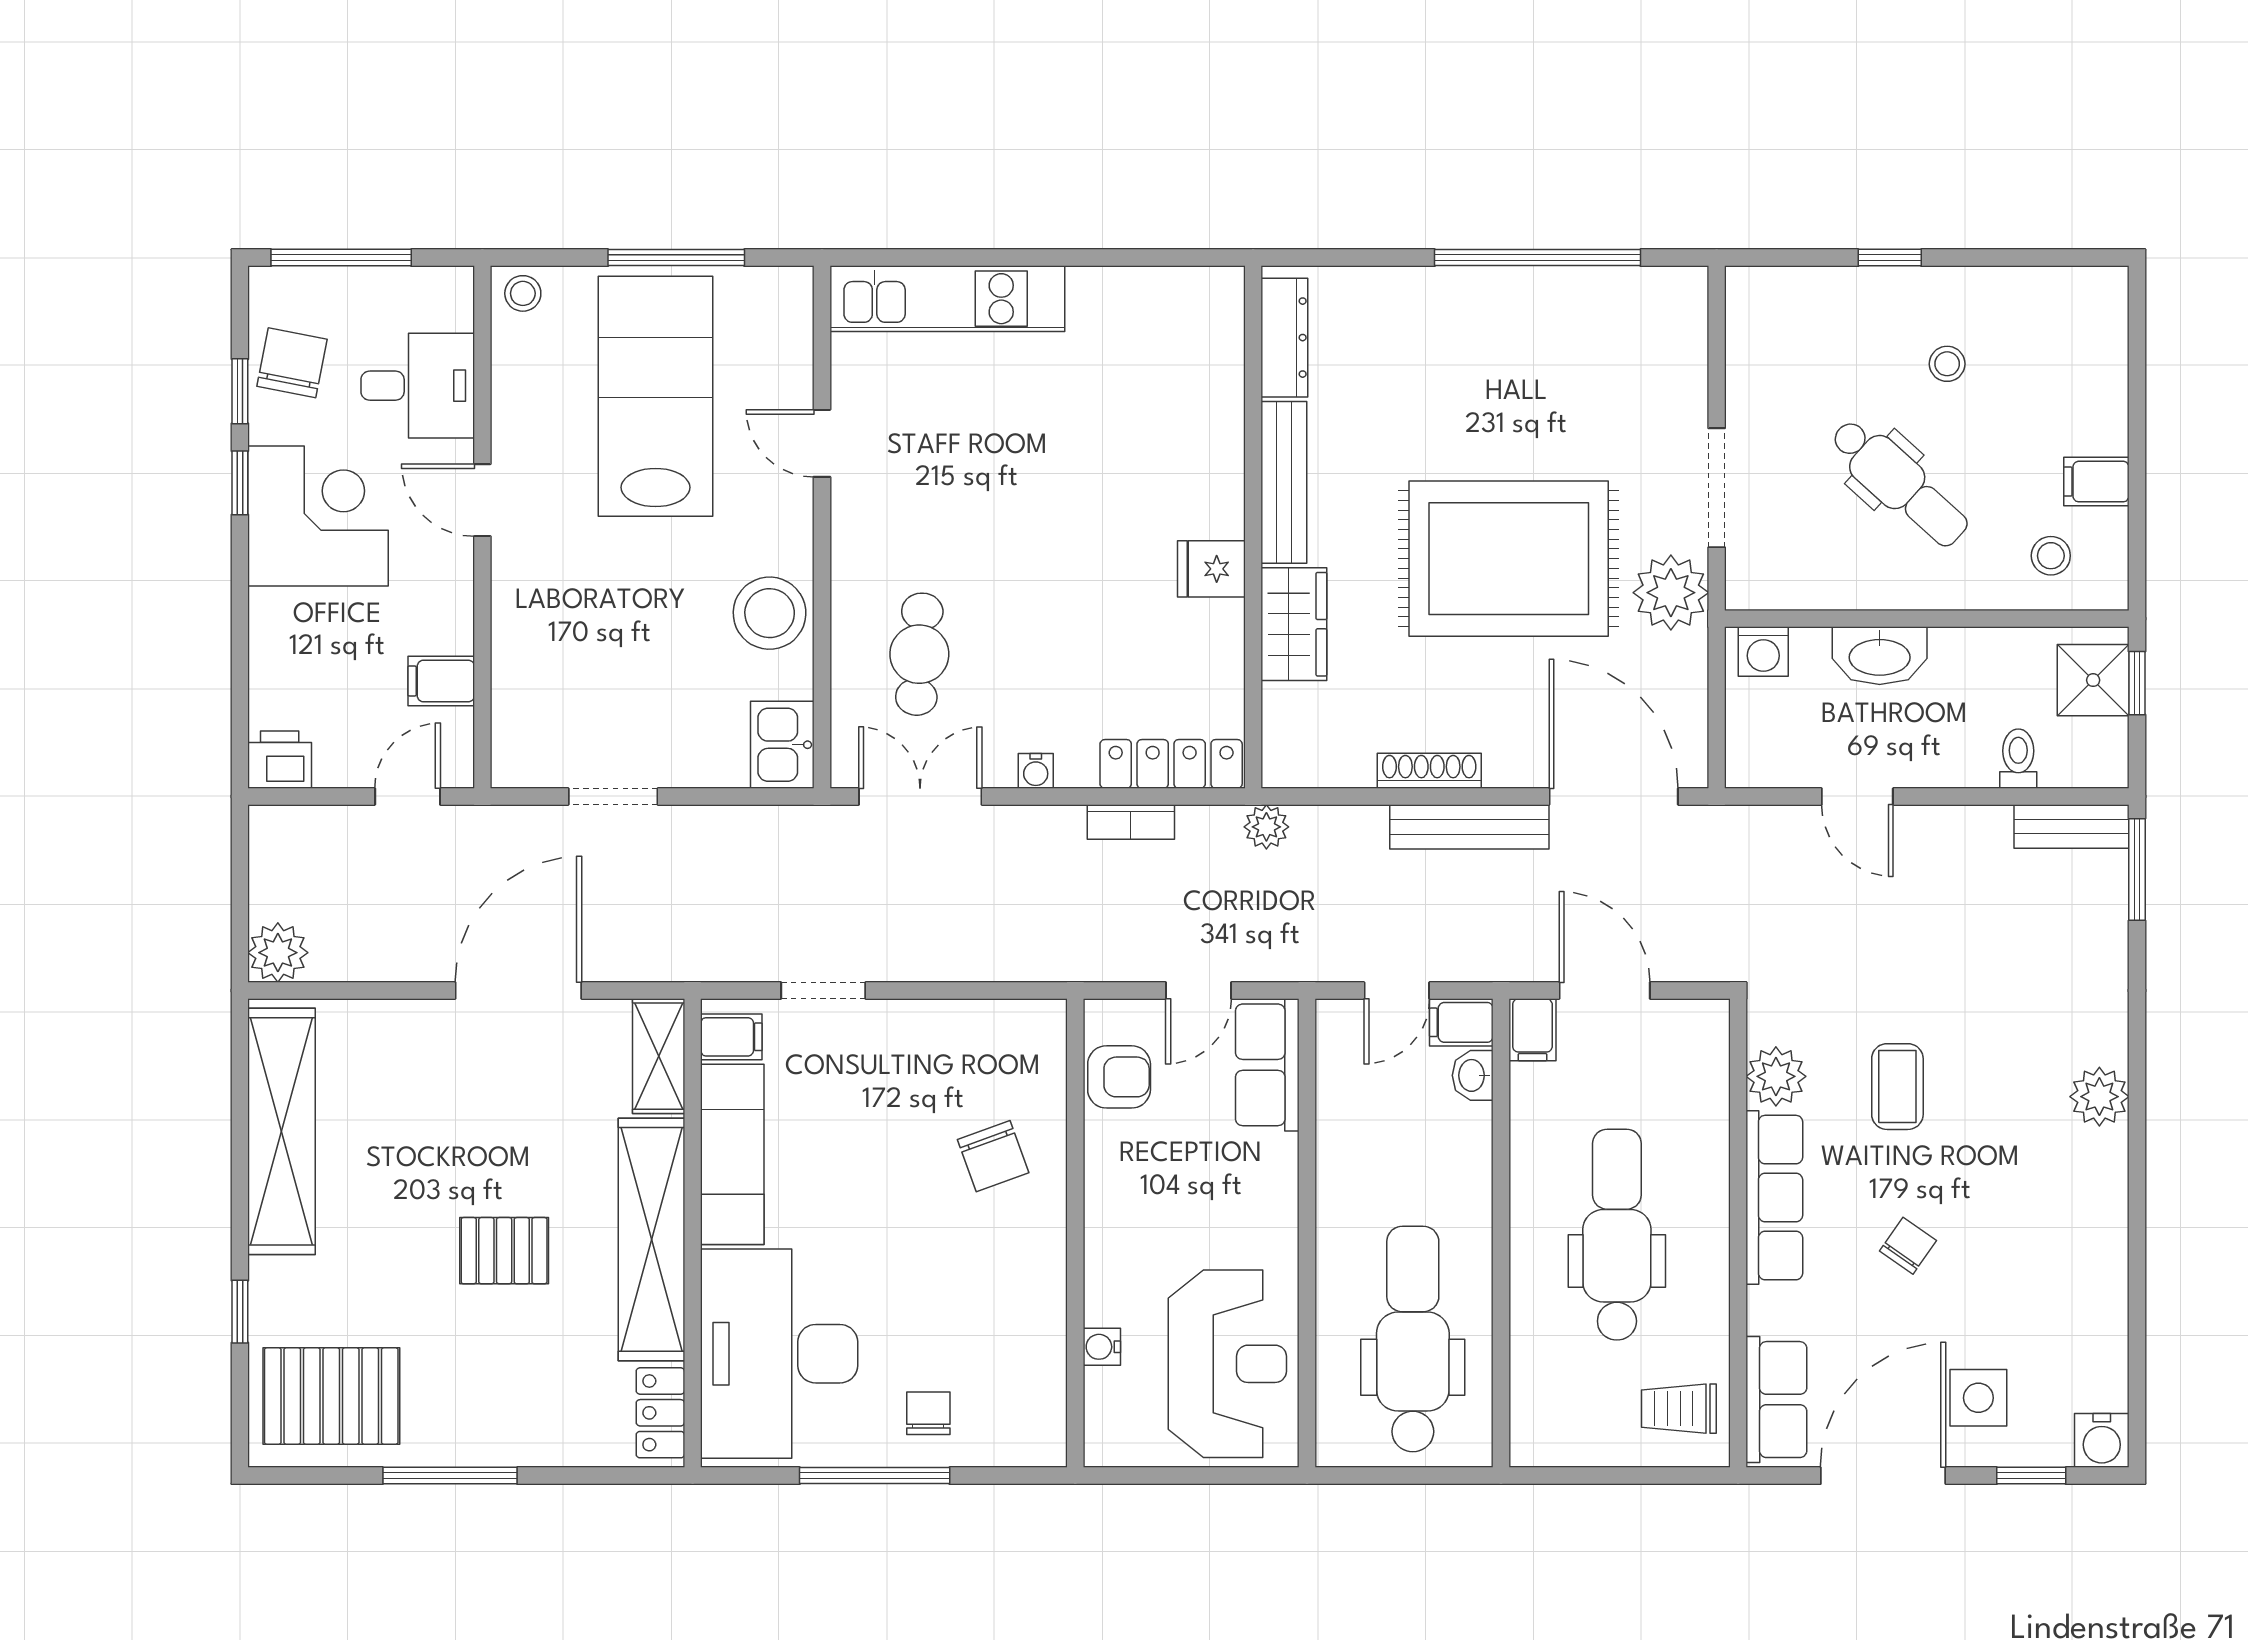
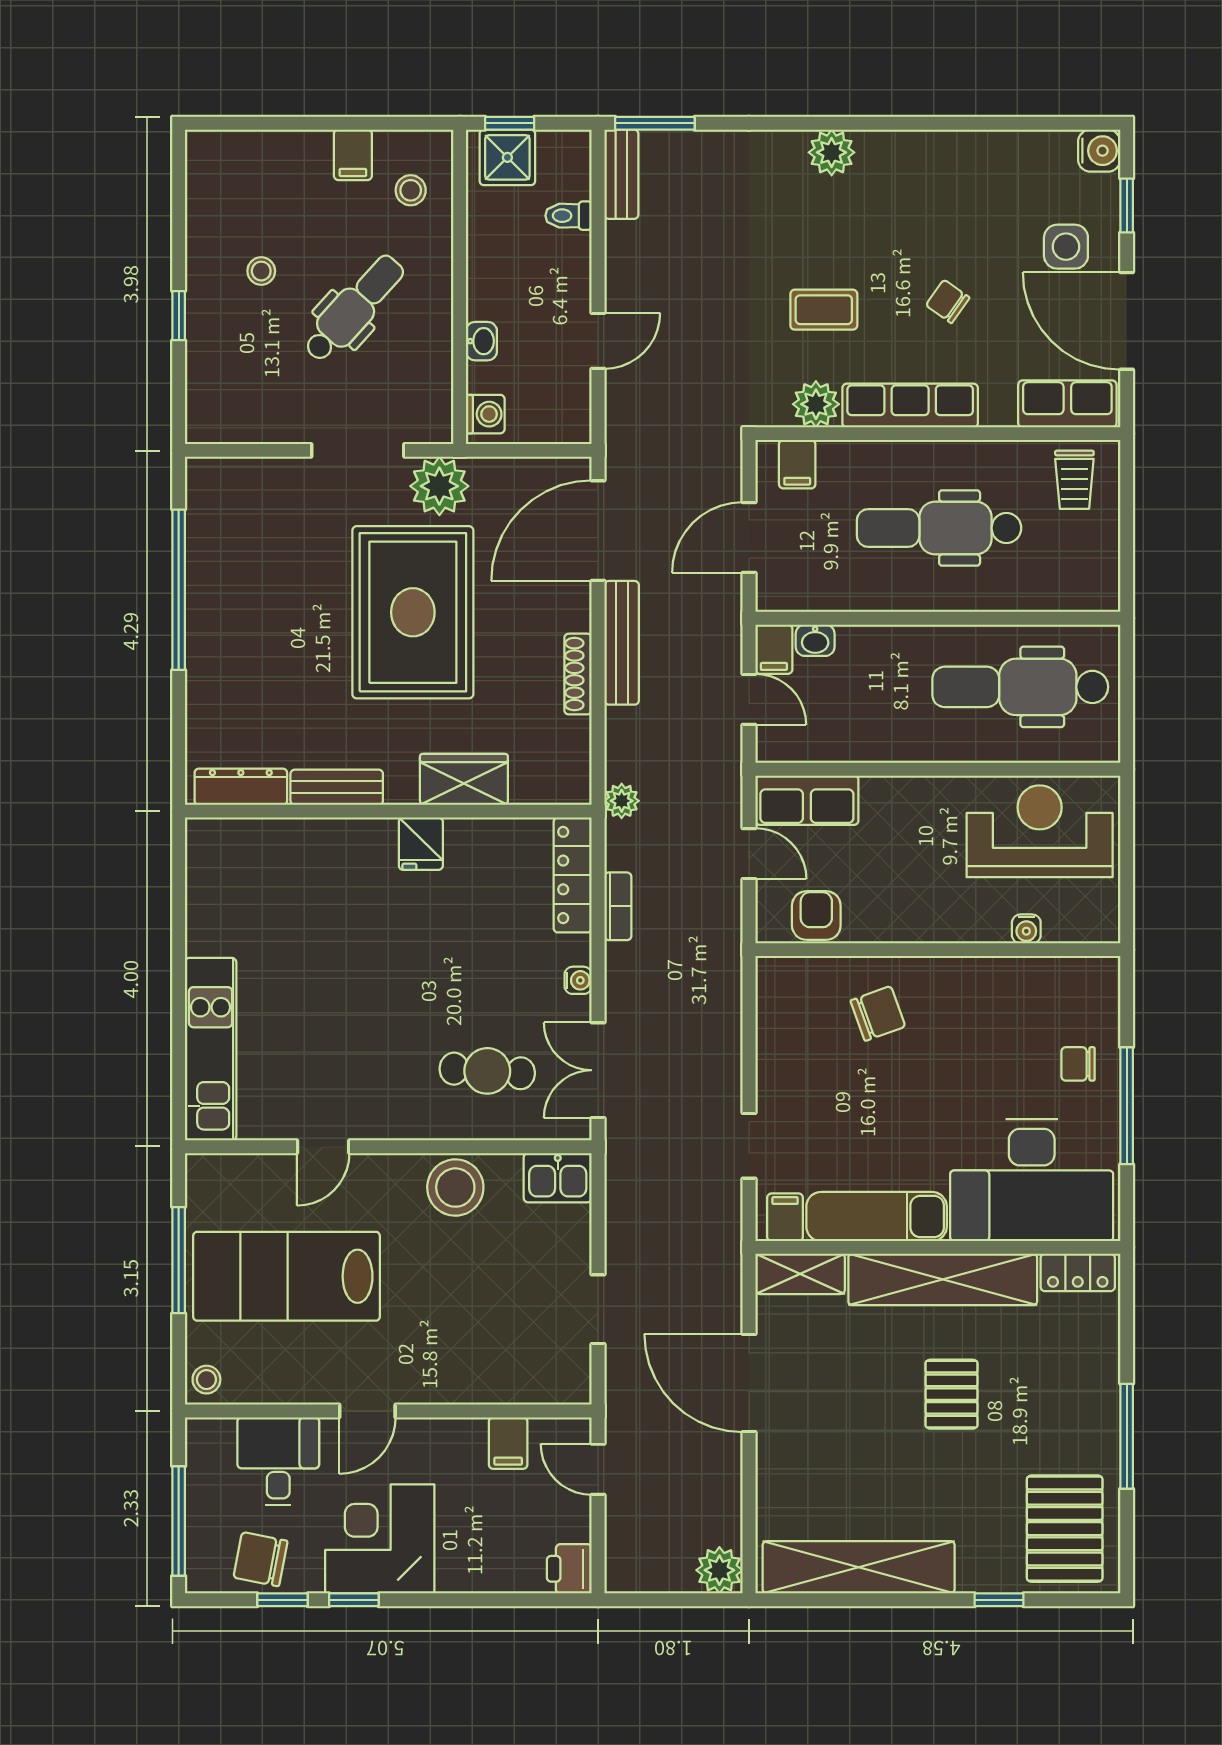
bench: (1284, 482) -> (337, 787), width x0.73
washbasin: (1880, 656) -> (481, 341), width x0.52, depth x0.69
filing cabinet: (1532, 1030) -> (797, 464), moved, turned 90

